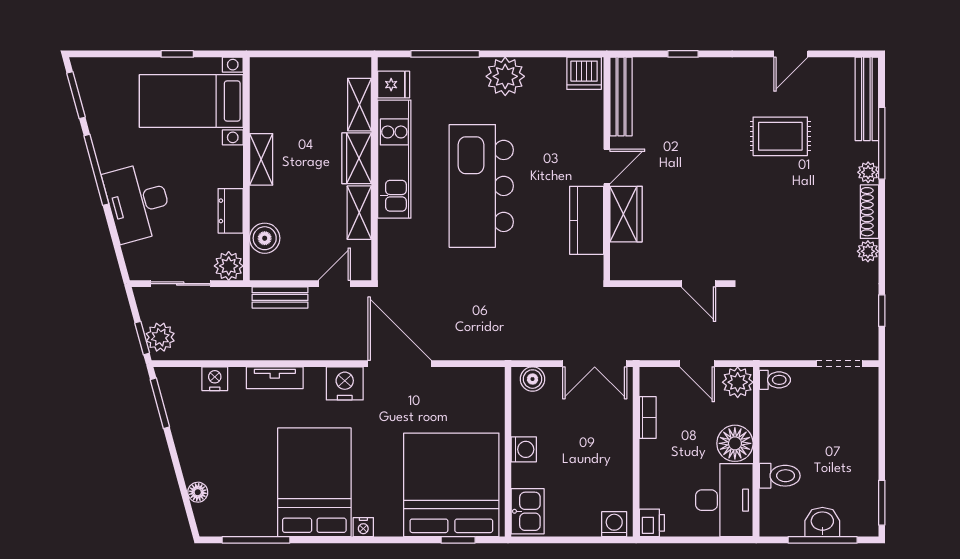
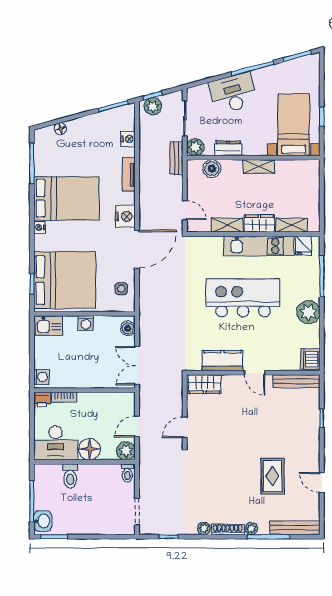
wardrobe: (626, 214) -> (205, 384), moved
bench: (280, 297) -> (177, 158), moved
side table: (466, 390) -> (121, 289), added
bookcase: (648, 418) -> (64, 397), moved
washbasin: (822, 522) -> (43, 521), moved

